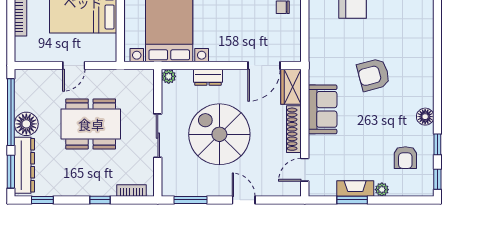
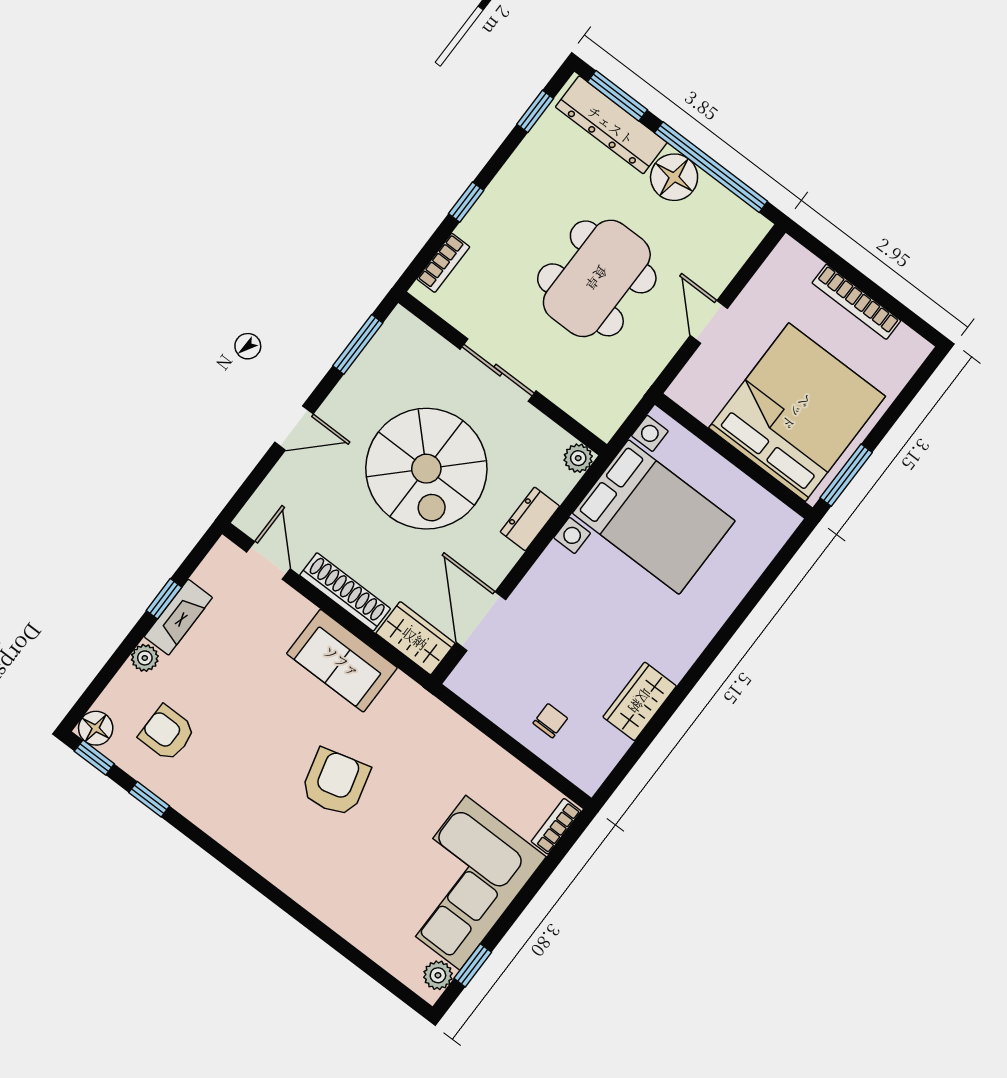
floor lamp: (425, 117) -> (96, 728), moved
spiral stairs: (219, 134) -> (426, 469), turned 90
window: (352, 200) -> (164, 599), width x0.67

